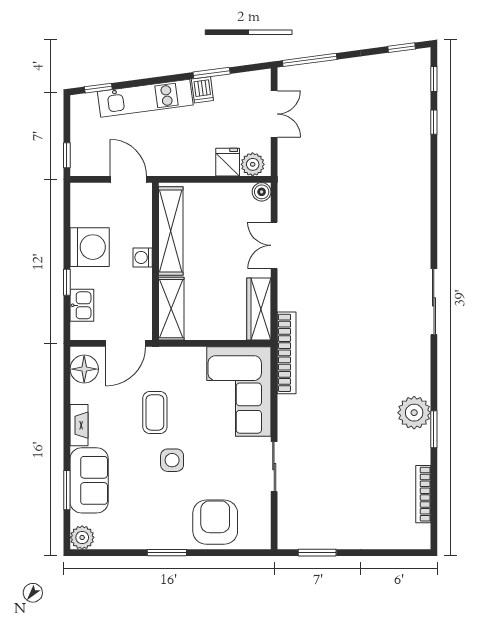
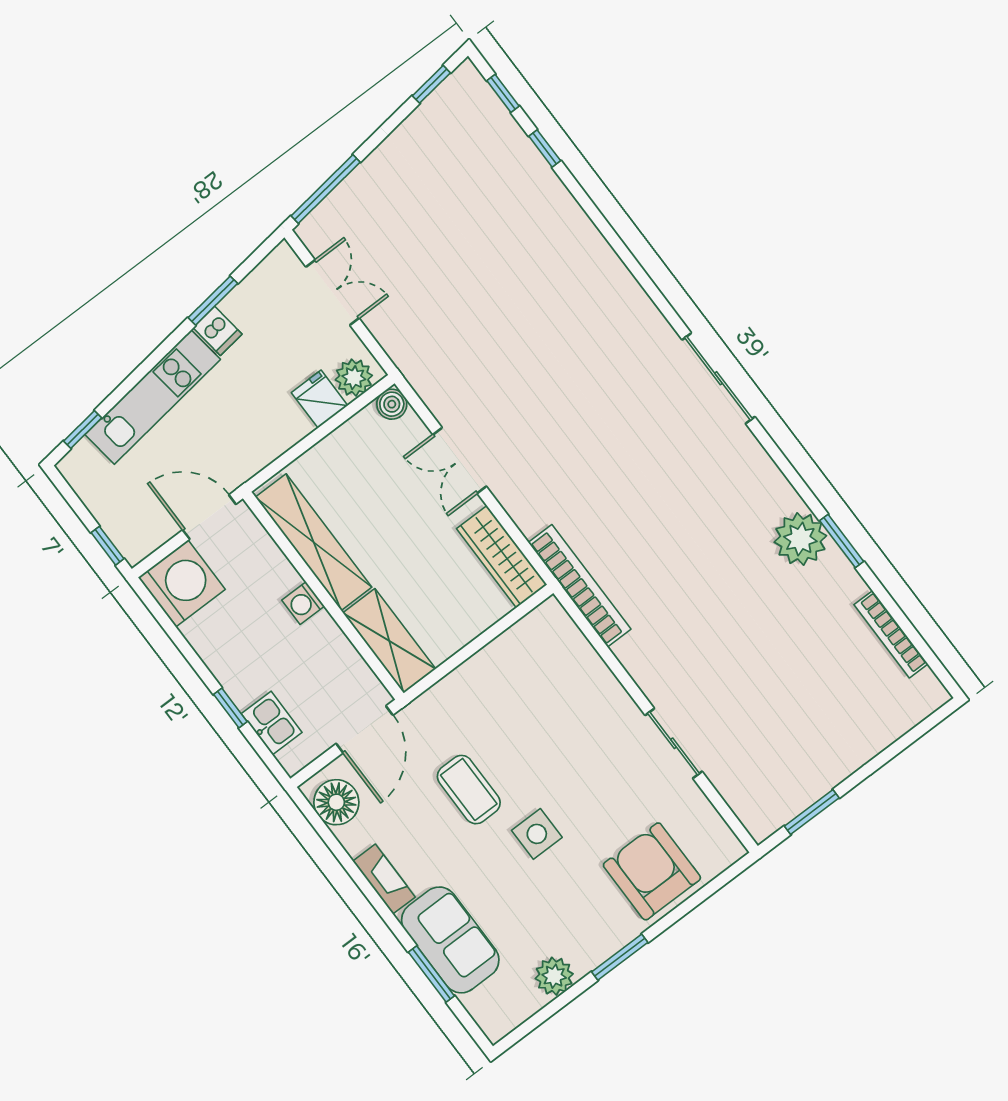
washing machine: (90, 247) -> (182, 583), moved
corner sofa: (239, 391) -> (556, 681), removed
plant: (82, 537) -> (554, 976), moved

